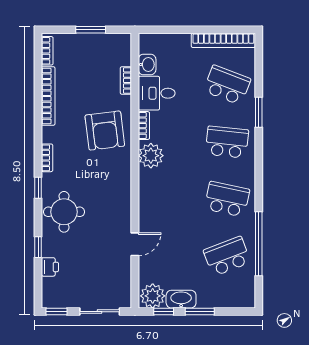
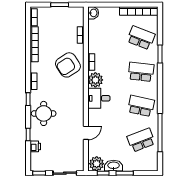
washbasin: (147, 65) -> (93, 13), moved
desk: (157, 93) -> (99, 98), moved
armchair: (105, 131) -> (68, 65), turned 64

